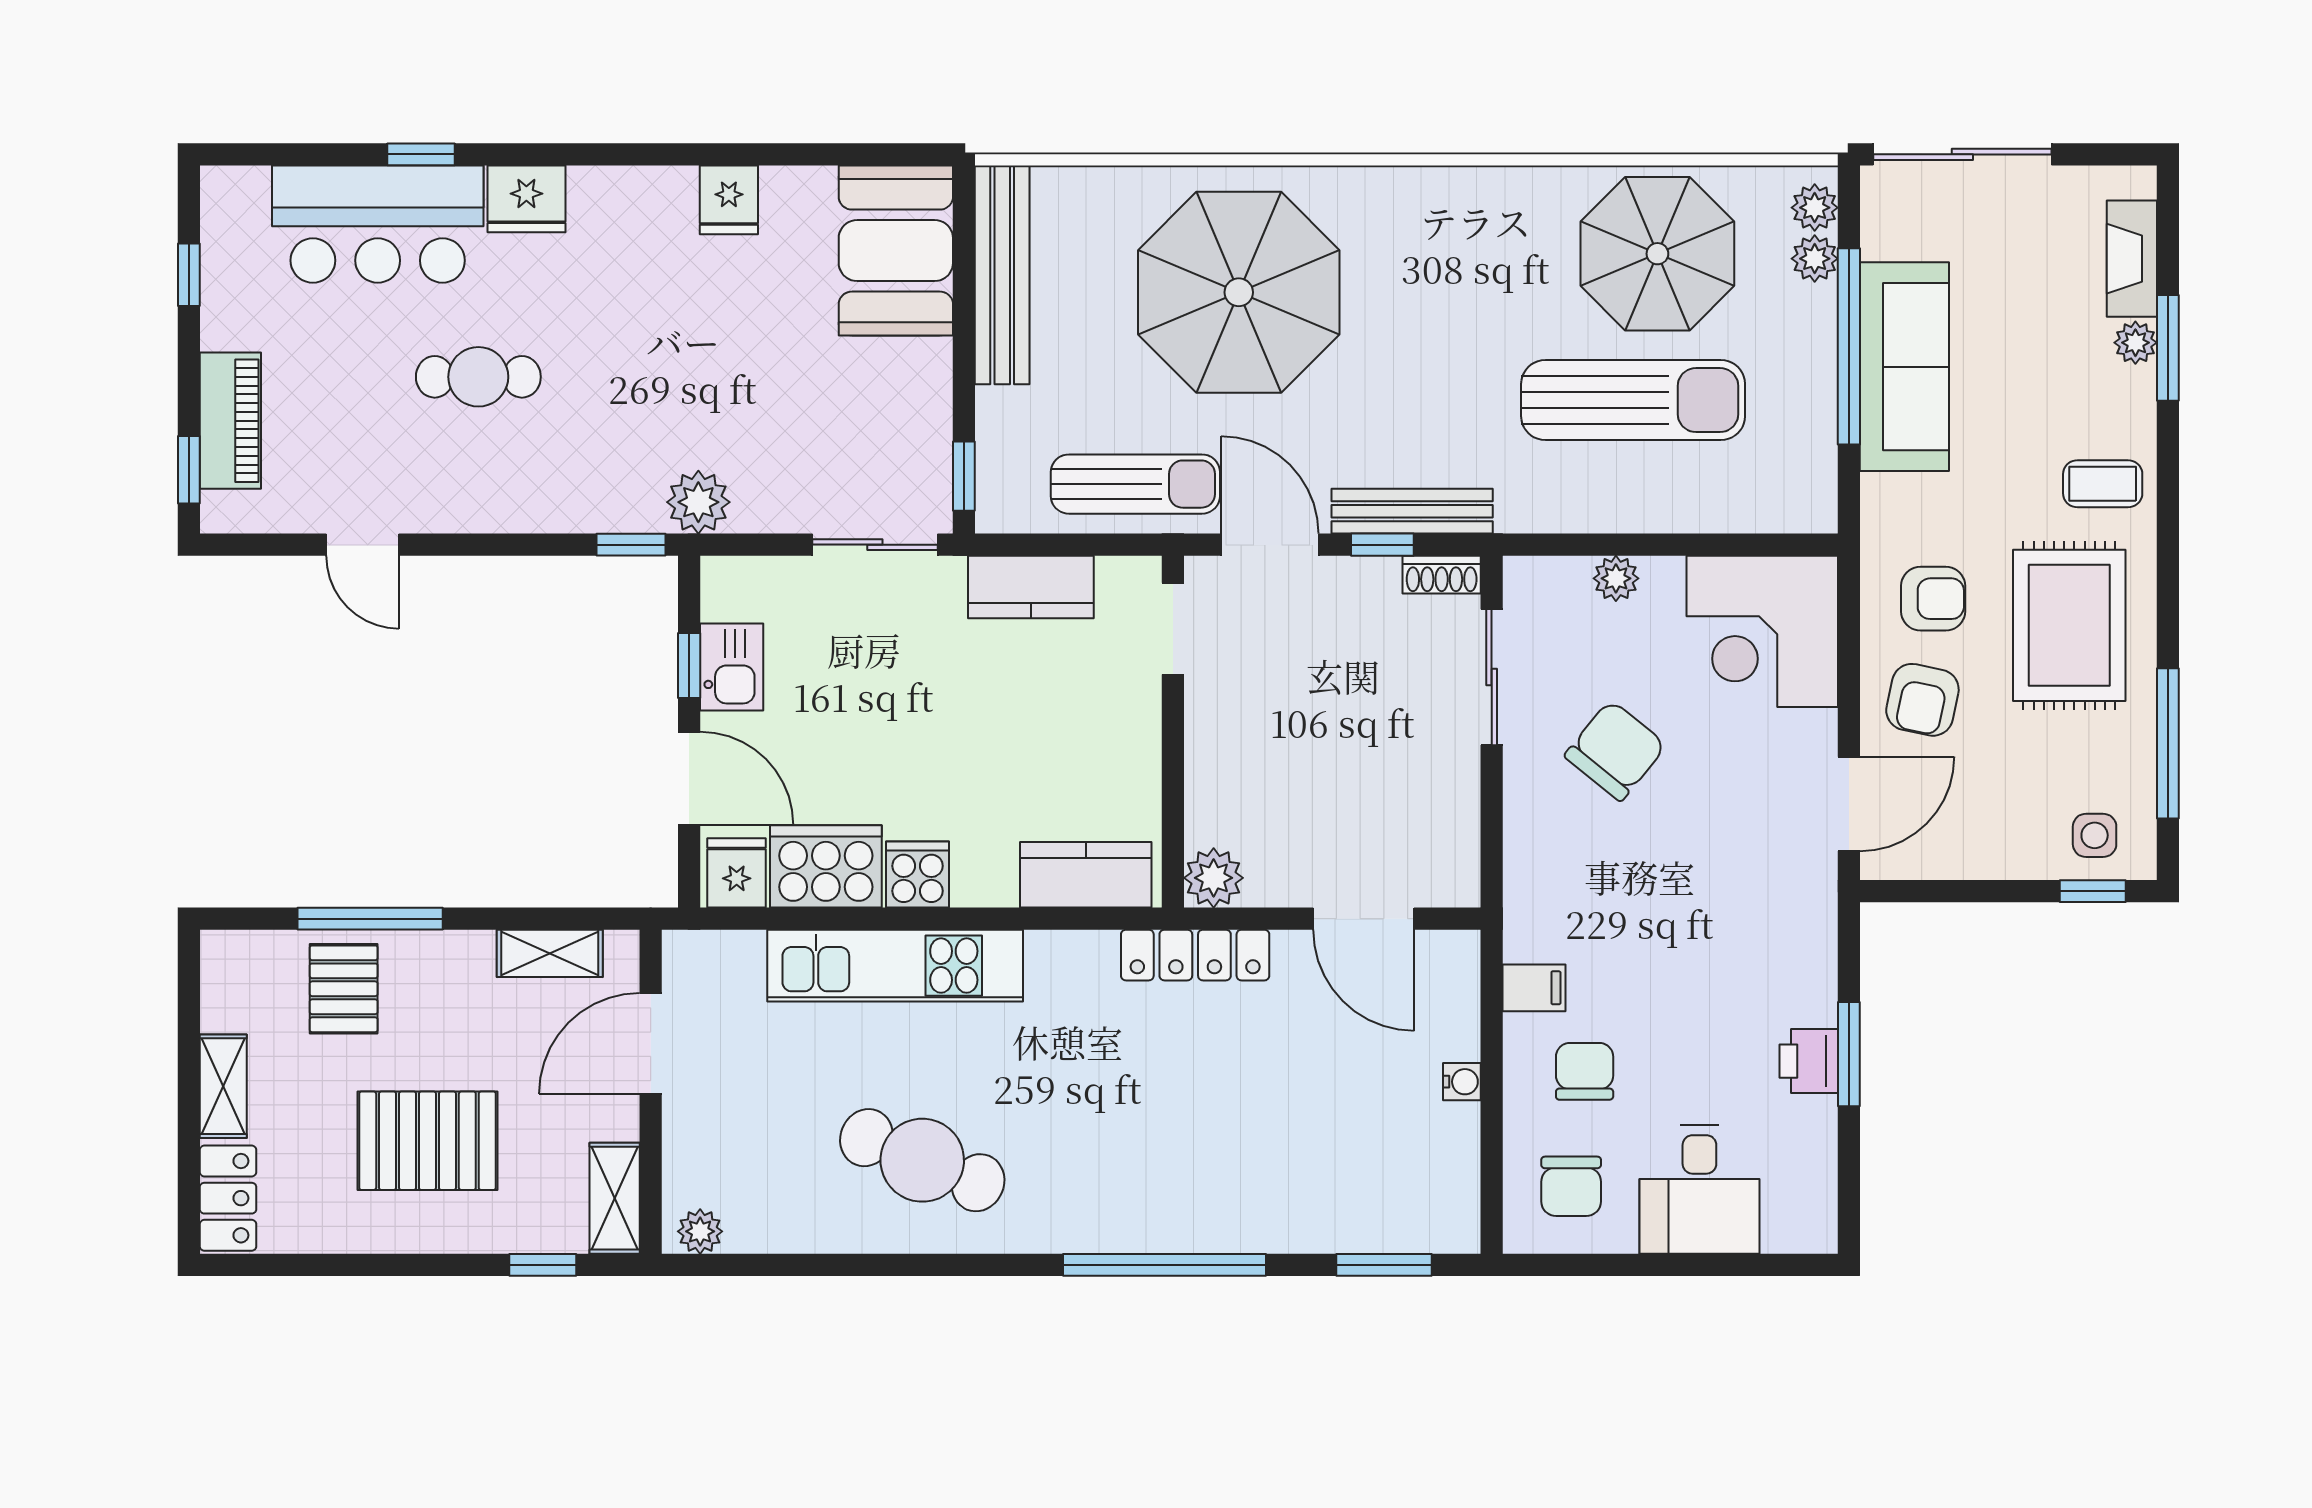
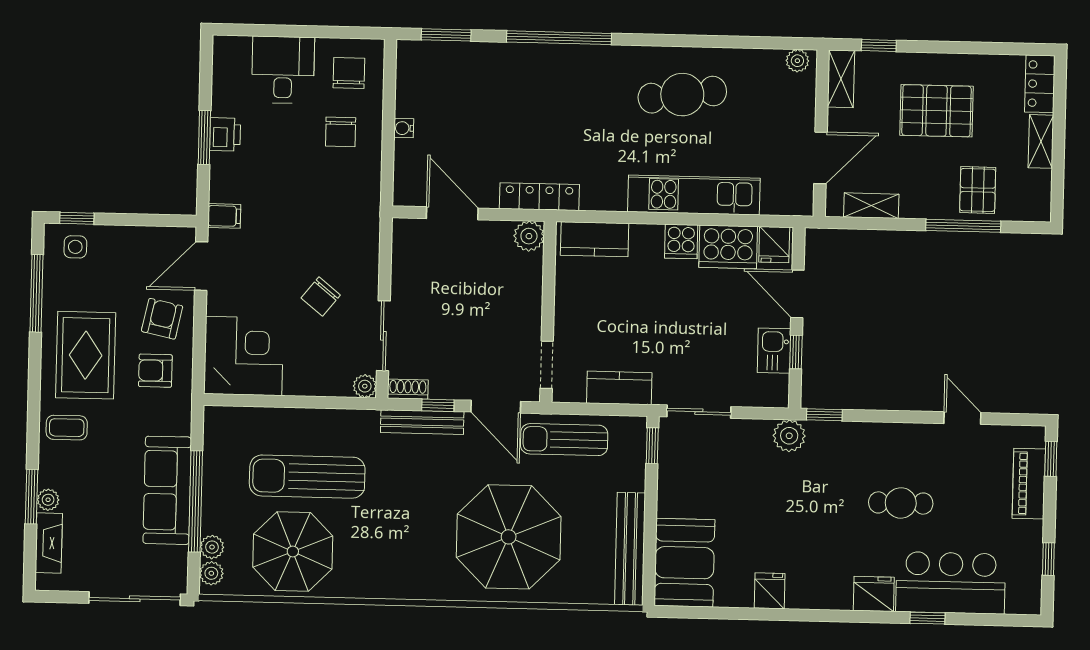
plant: (1616, 578) -> (365, 386), moved
chair: (1615, 750) -> (321, 297), width x0.73, depth x0.73
filing cabinet: (1534, 988) -> (224, 216), moved, turned 180
cafe table: (922, 1160) -> (682, 95), turned -30

